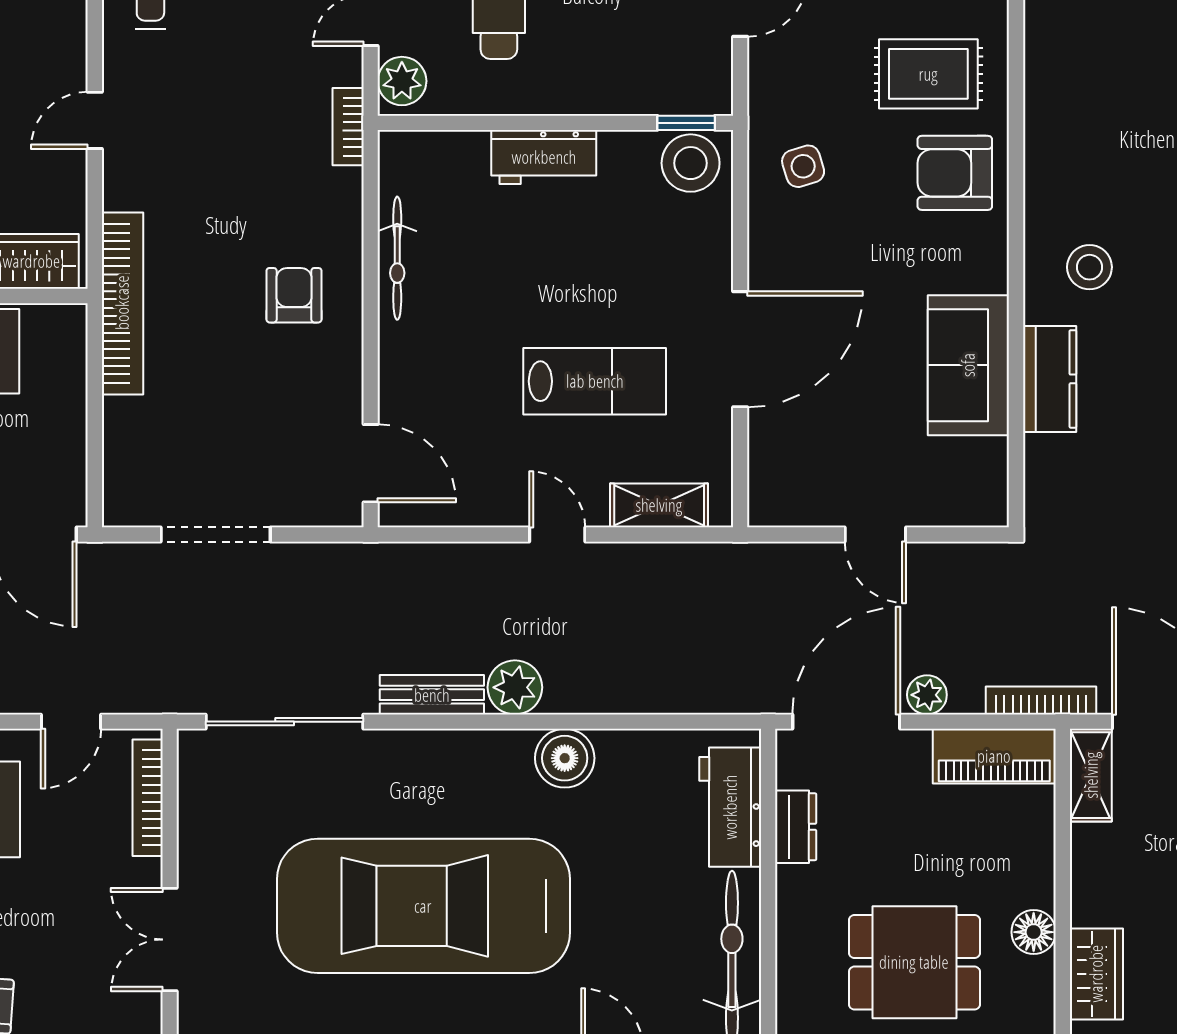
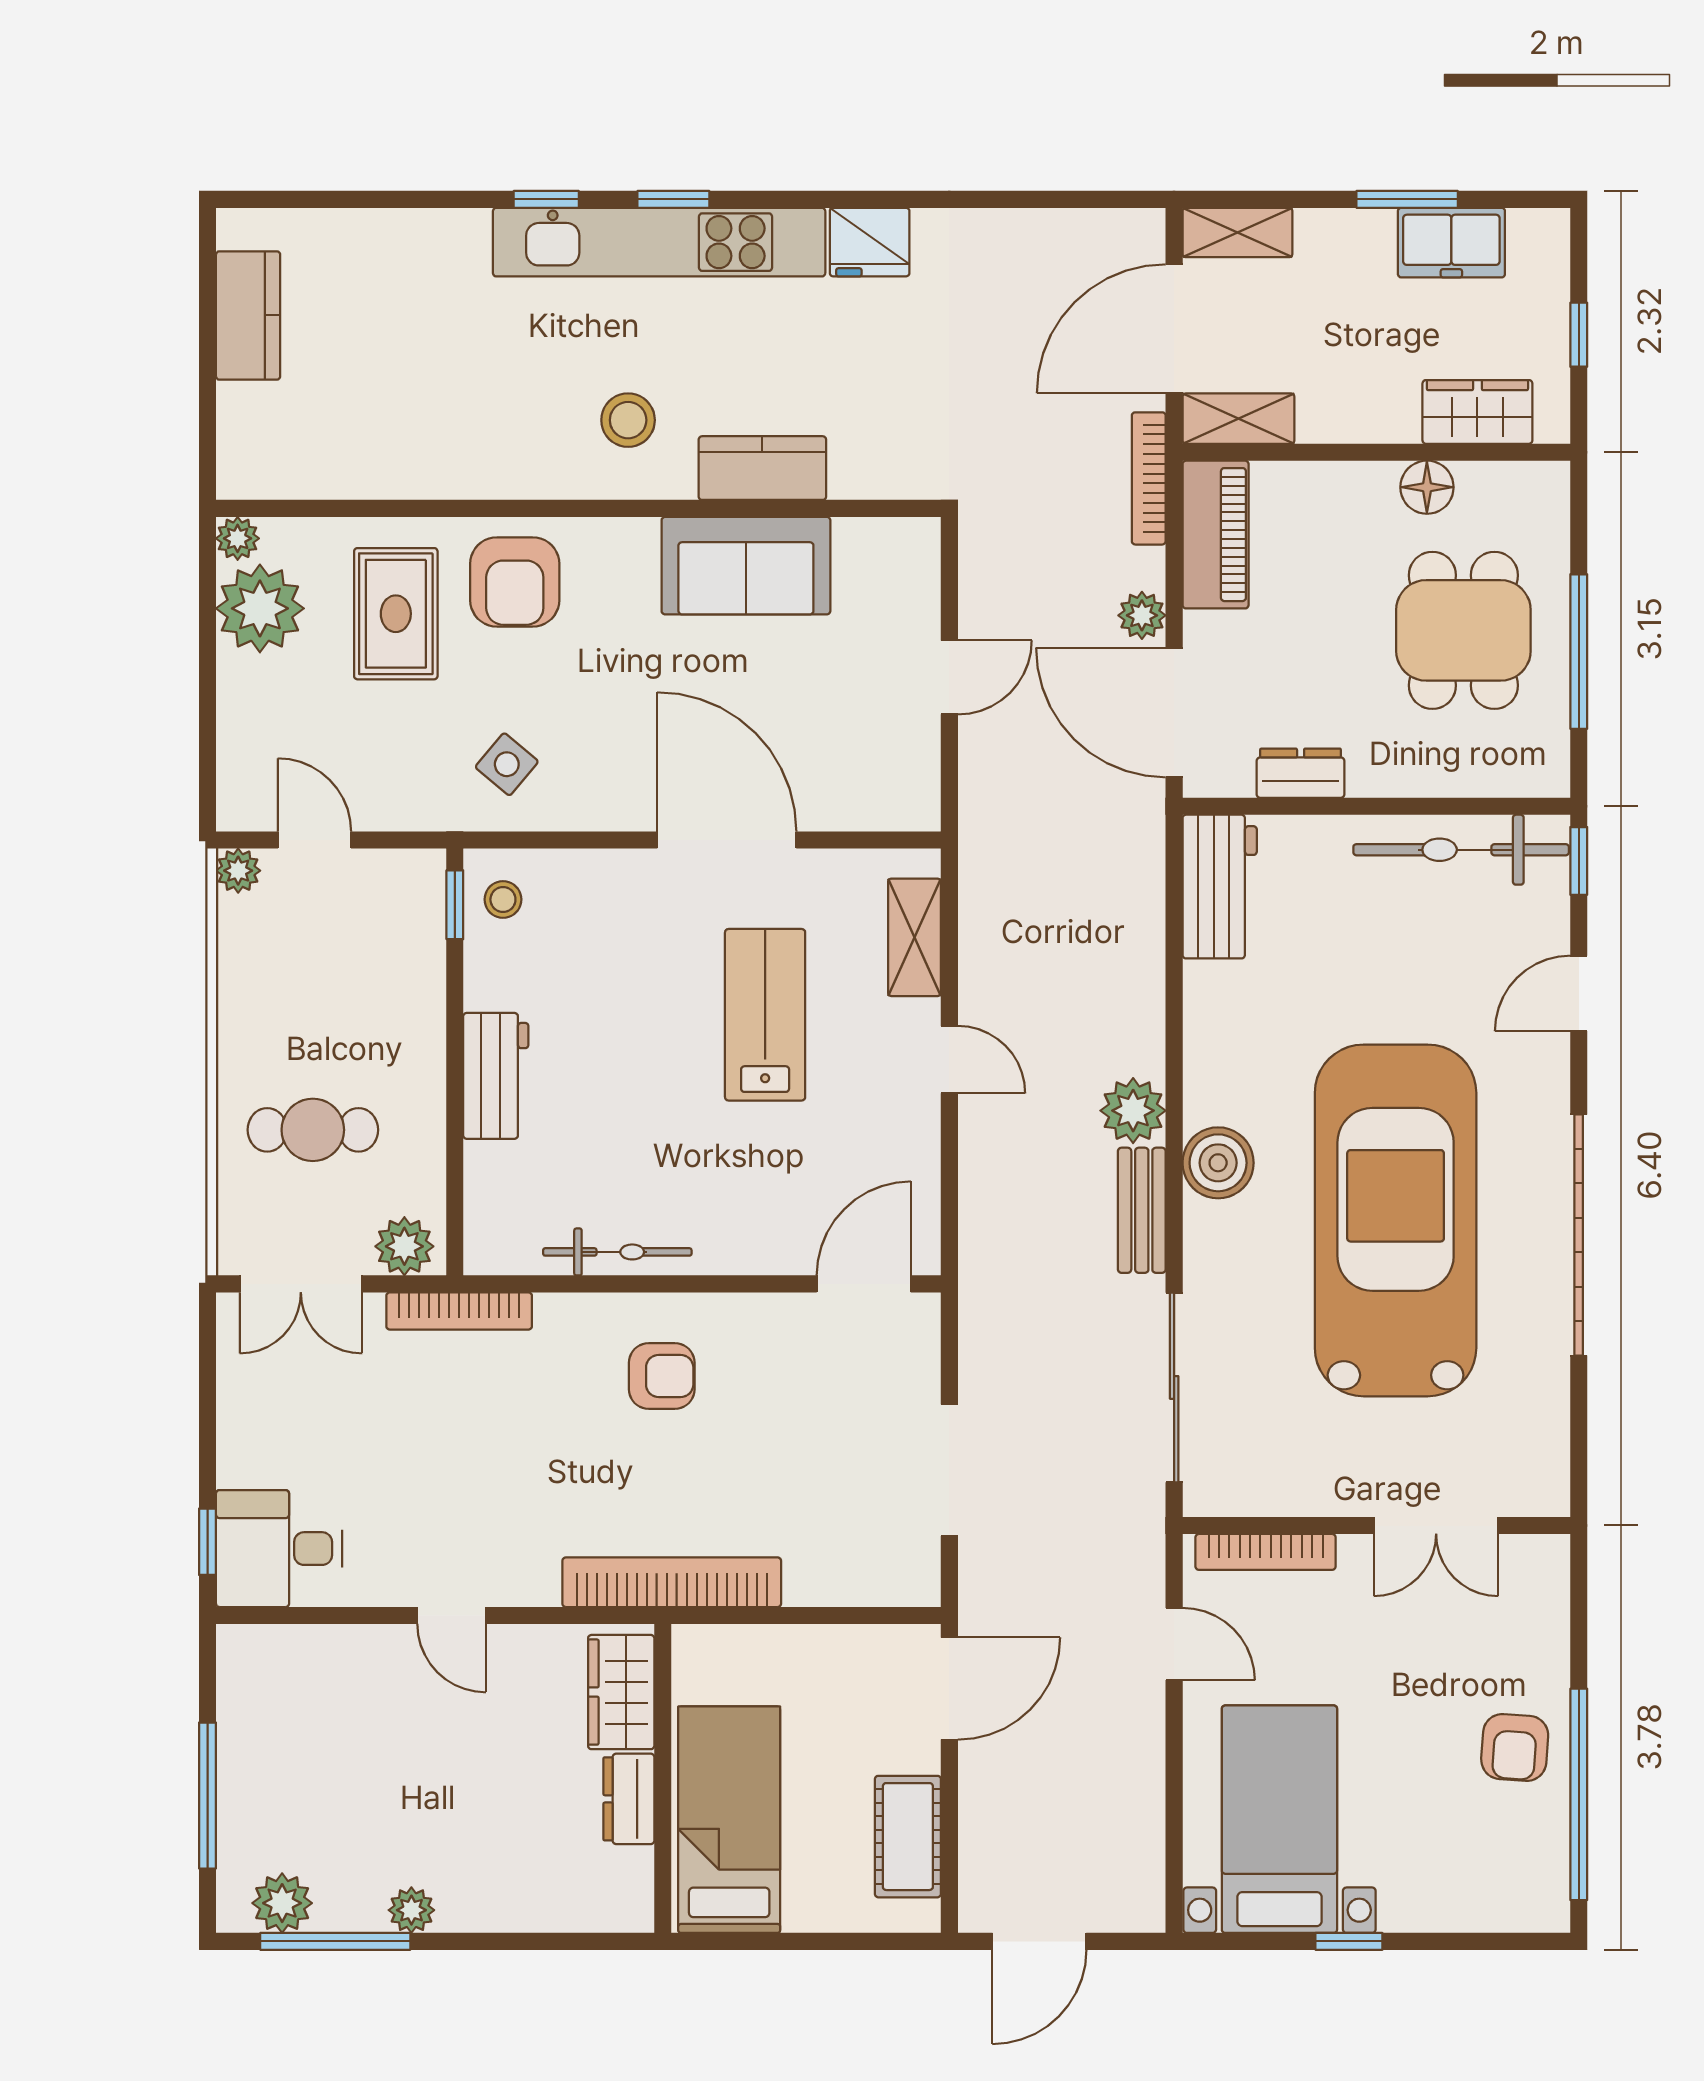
bookcase: (348, 127) -> (459, 1311), width x1.56
stool: (691, 163) -> (503, 899), width x0.53, depth x0.53
side table: (803, 166) -> (507, 764), turned -33
armchair: (294, 295) -> (662, 1376), turned 180
door: (557, 535) -> (949, 1060), swing flipped
boiler: (565, 758) -> (1218, 1163), moved
workbench: (730, 807) -> (1220, 887), moved, turned -90
car: (423, 906) -> (1396, 1220), turned 180

